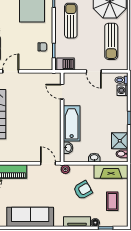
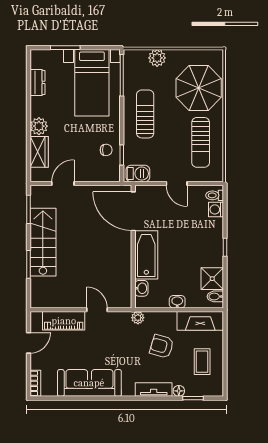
door: (62, 92) -> (133, 211), width x1.87
door: (48, 163) -> (97, 310), moved
armchair: (83, 190) -> (162, 346), turned -134

